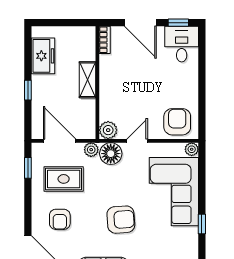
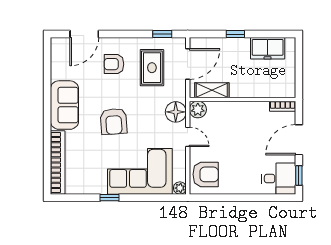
shelving: (88, 80) -> (212, 90), moved
plant: (91, 150) -> (179, 94), removed

